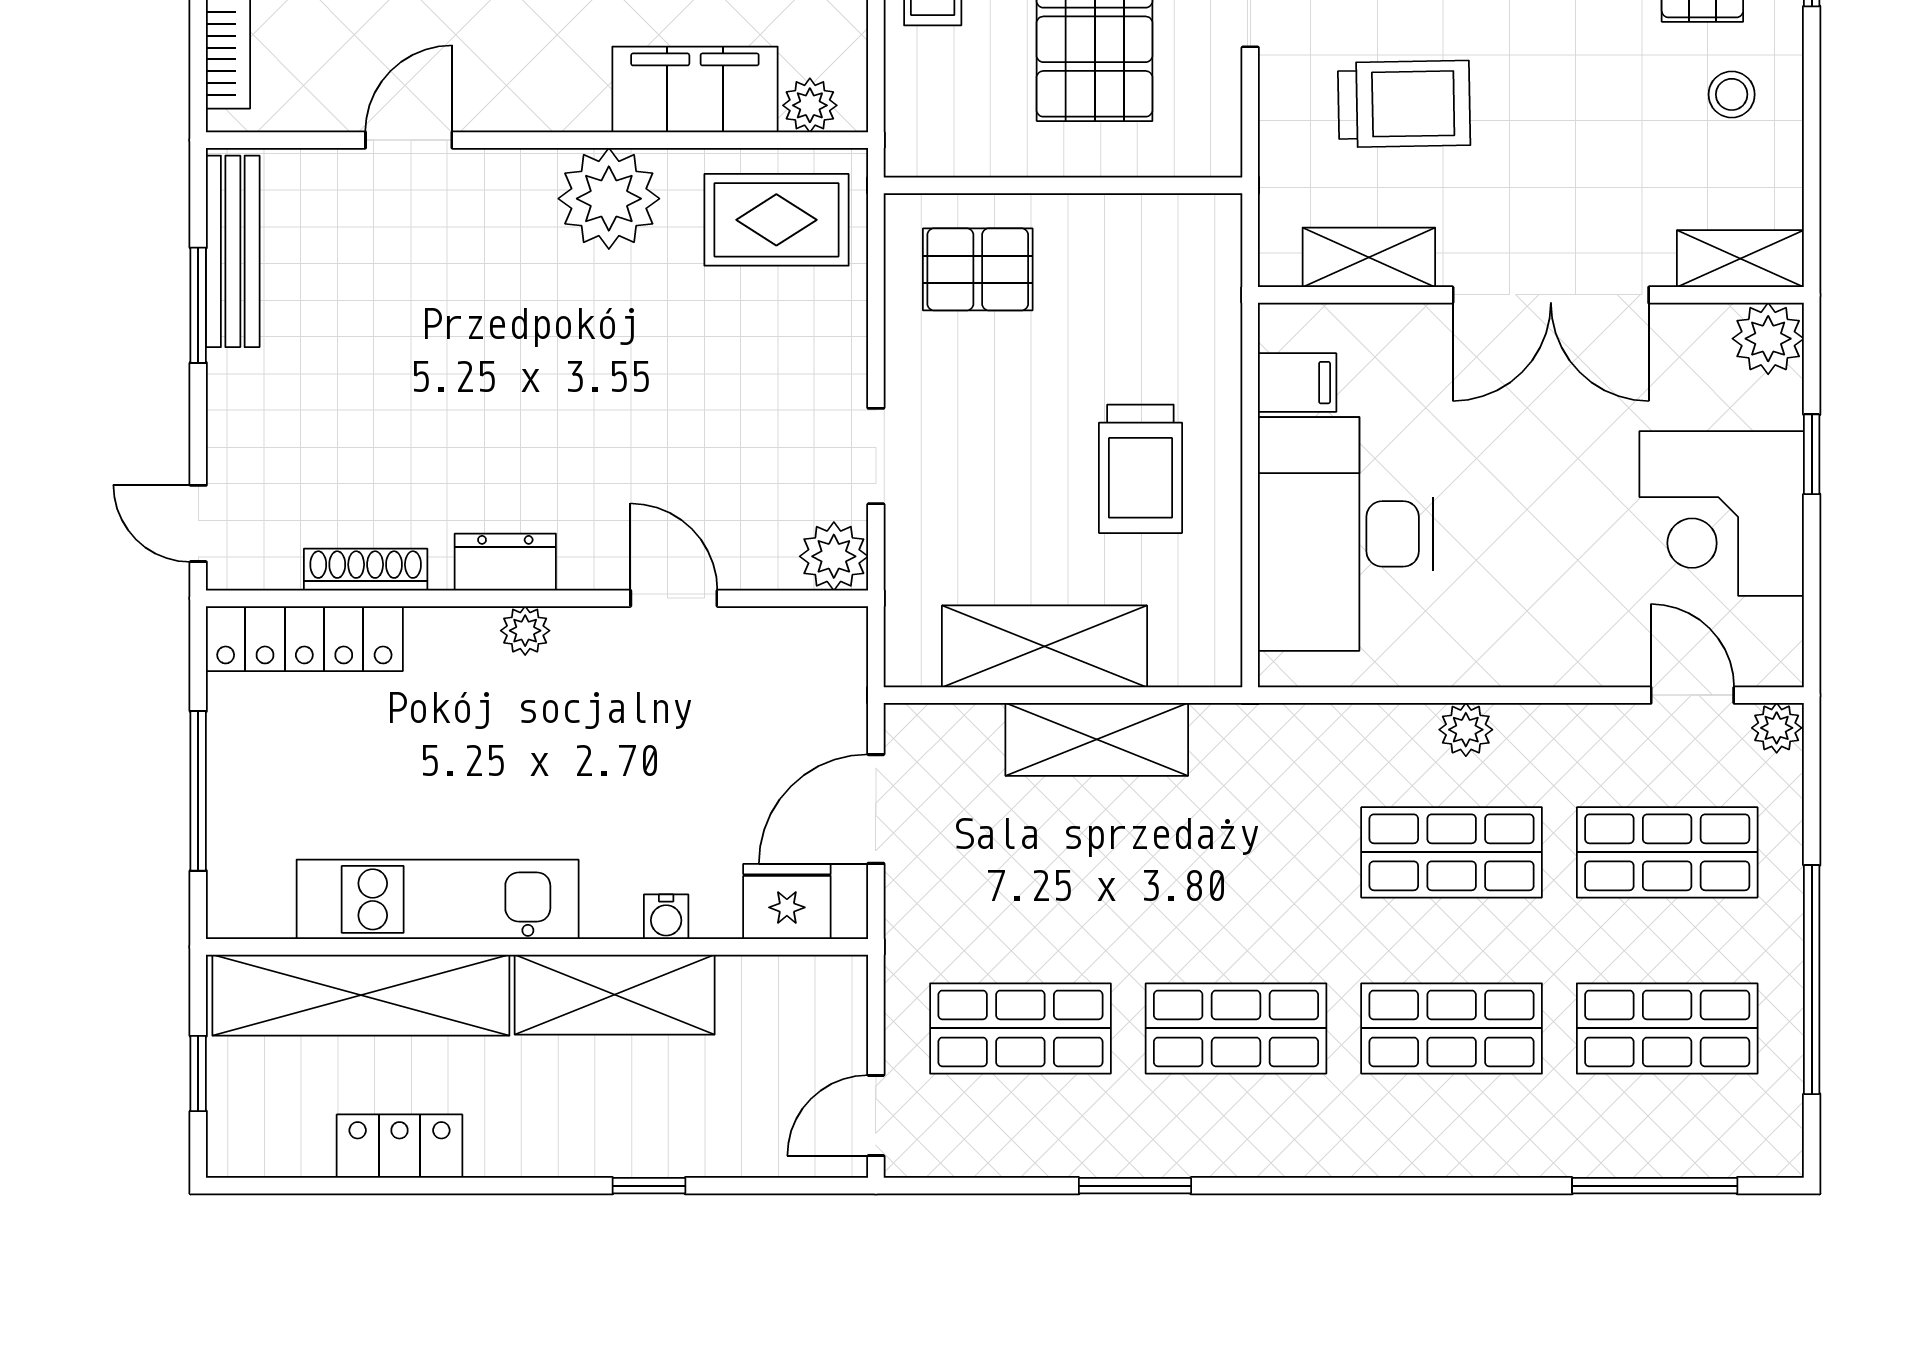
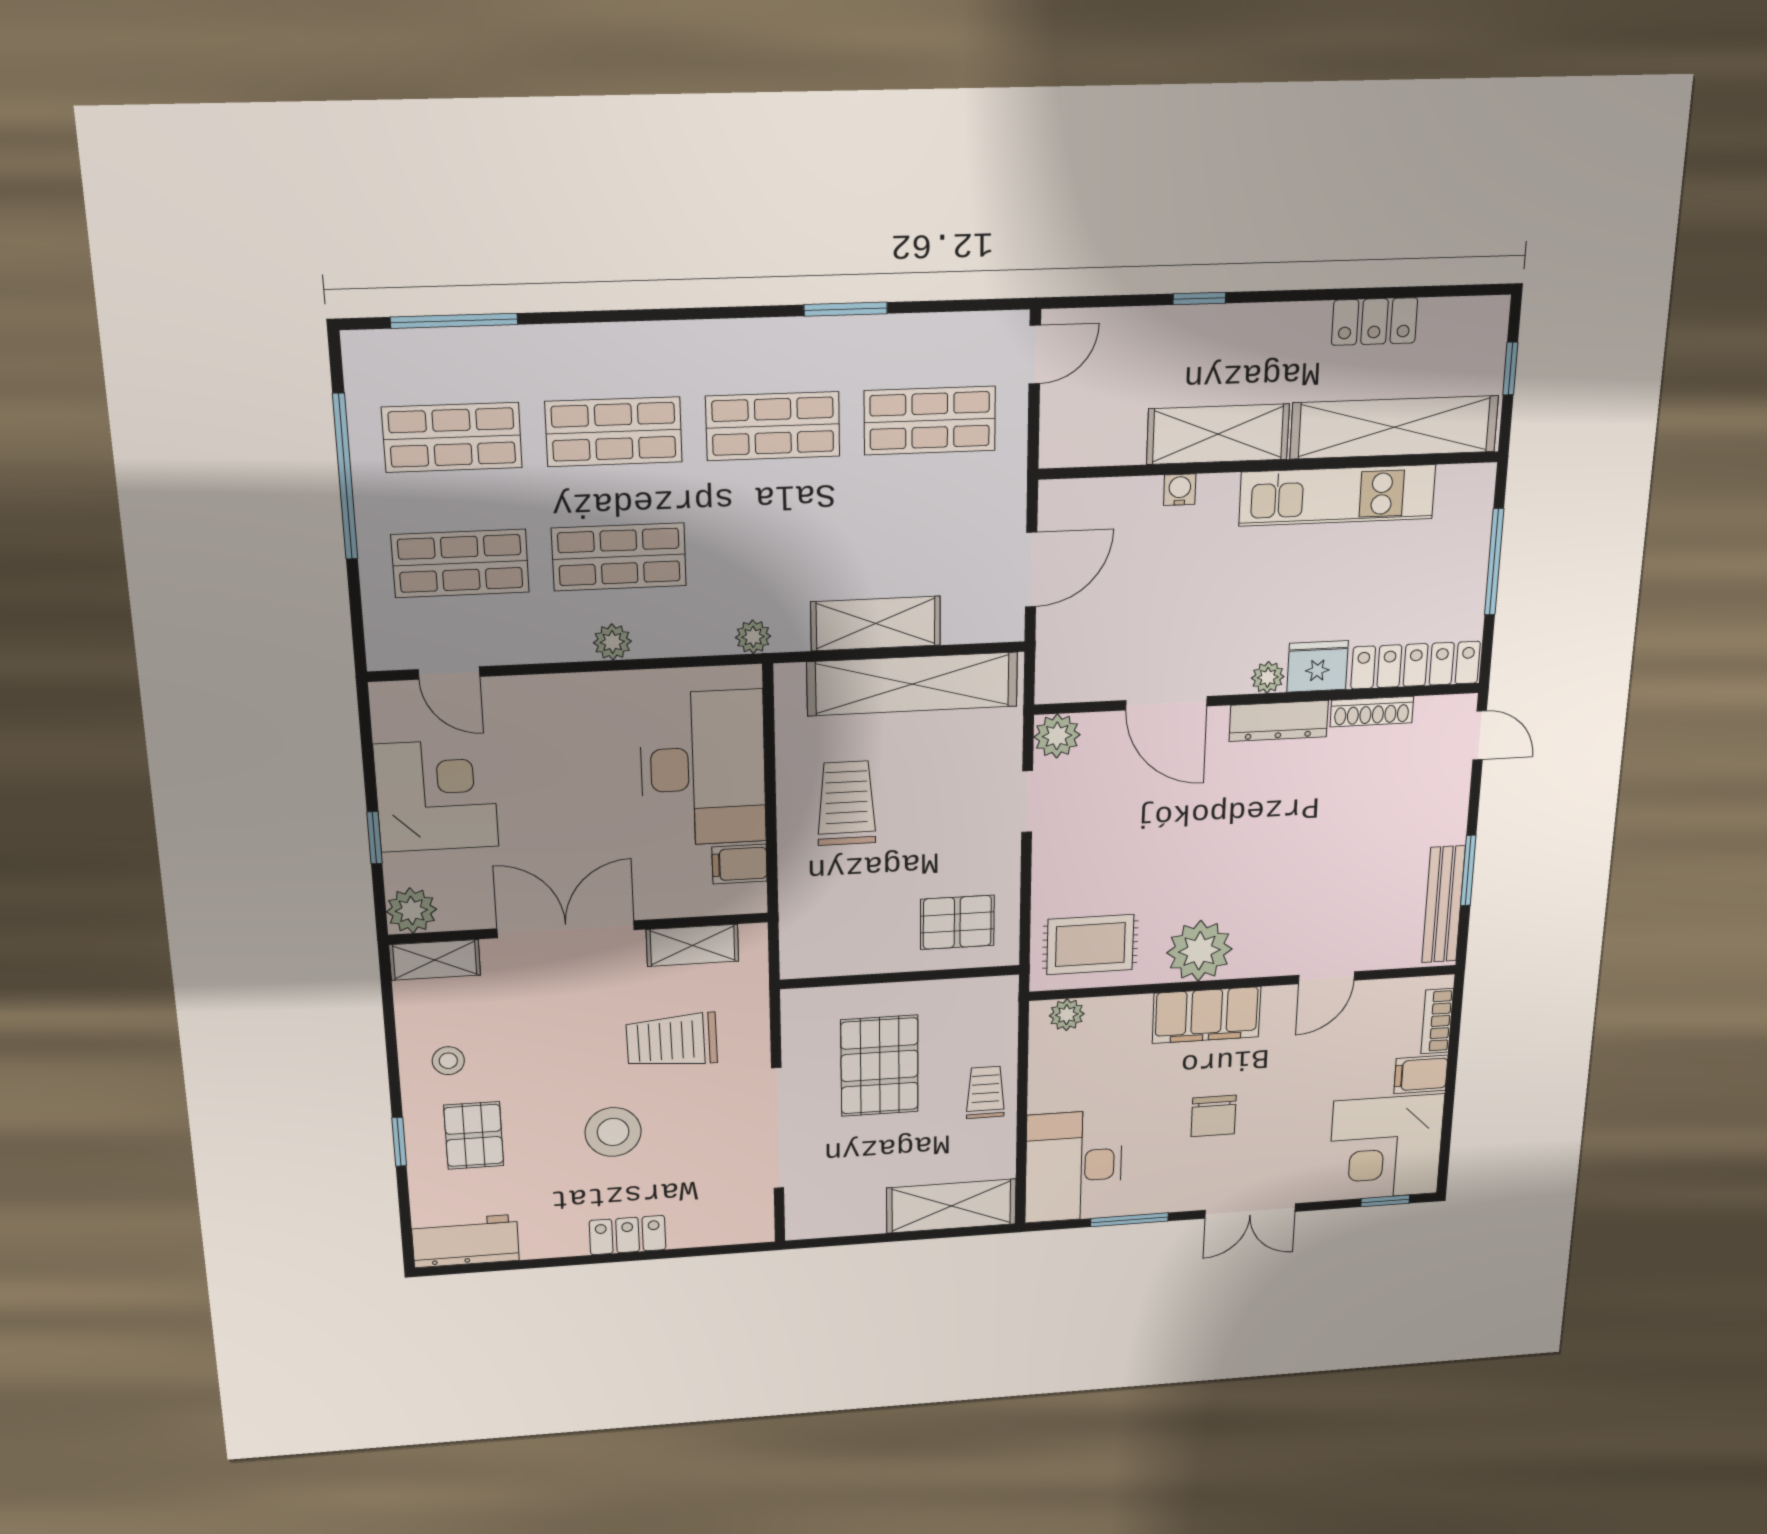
filing cabinet: (695, 89) -> (1207, 1015), moved
dresser: (505, 562) -> (1279, 721), width x1.44
door: (674, 598) -> (1166, 703), width x1.38
shelving: (1045, 646) -> (912, 684), width x1.47
plant: (1777, 728) -> (753, 637), moved
fridge: (787, 901) -> (1318, 666), moved, turned 180

